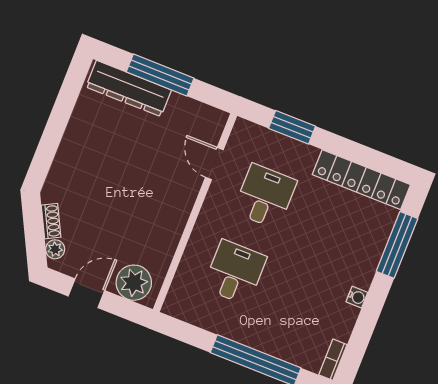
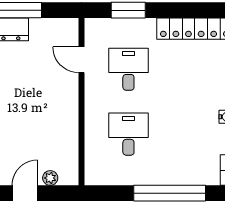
plant: (134, 283) -> (50, 178), width x0.53, depth x0.53

